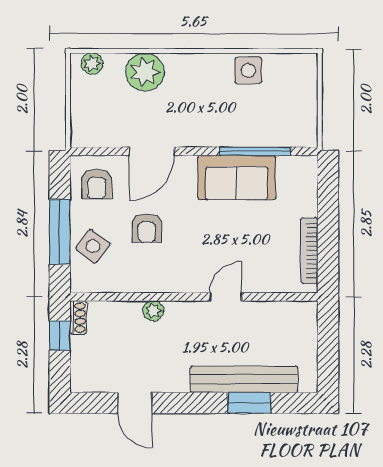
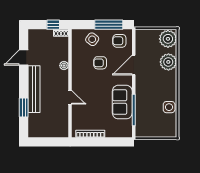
plant: (92, 64) -> (168, 39), width x1.88, depth x1.88
door: (152, 151) -> (134, 65), hinge flipped
window: (60, 232) -> (109, 25), moved
bench: (244, 379) -> (34, 89), moved

